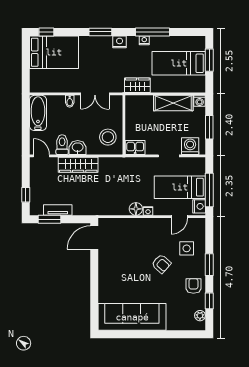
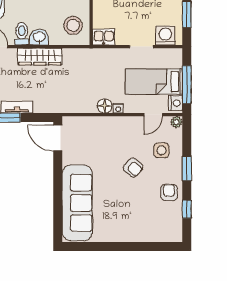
door: (94, 238) -> (58, 138), hinge flipped
plant: (200, 316) -> (176, 122), moved
sofa: (132, 317) -> (77, 203), moved, turned 90

